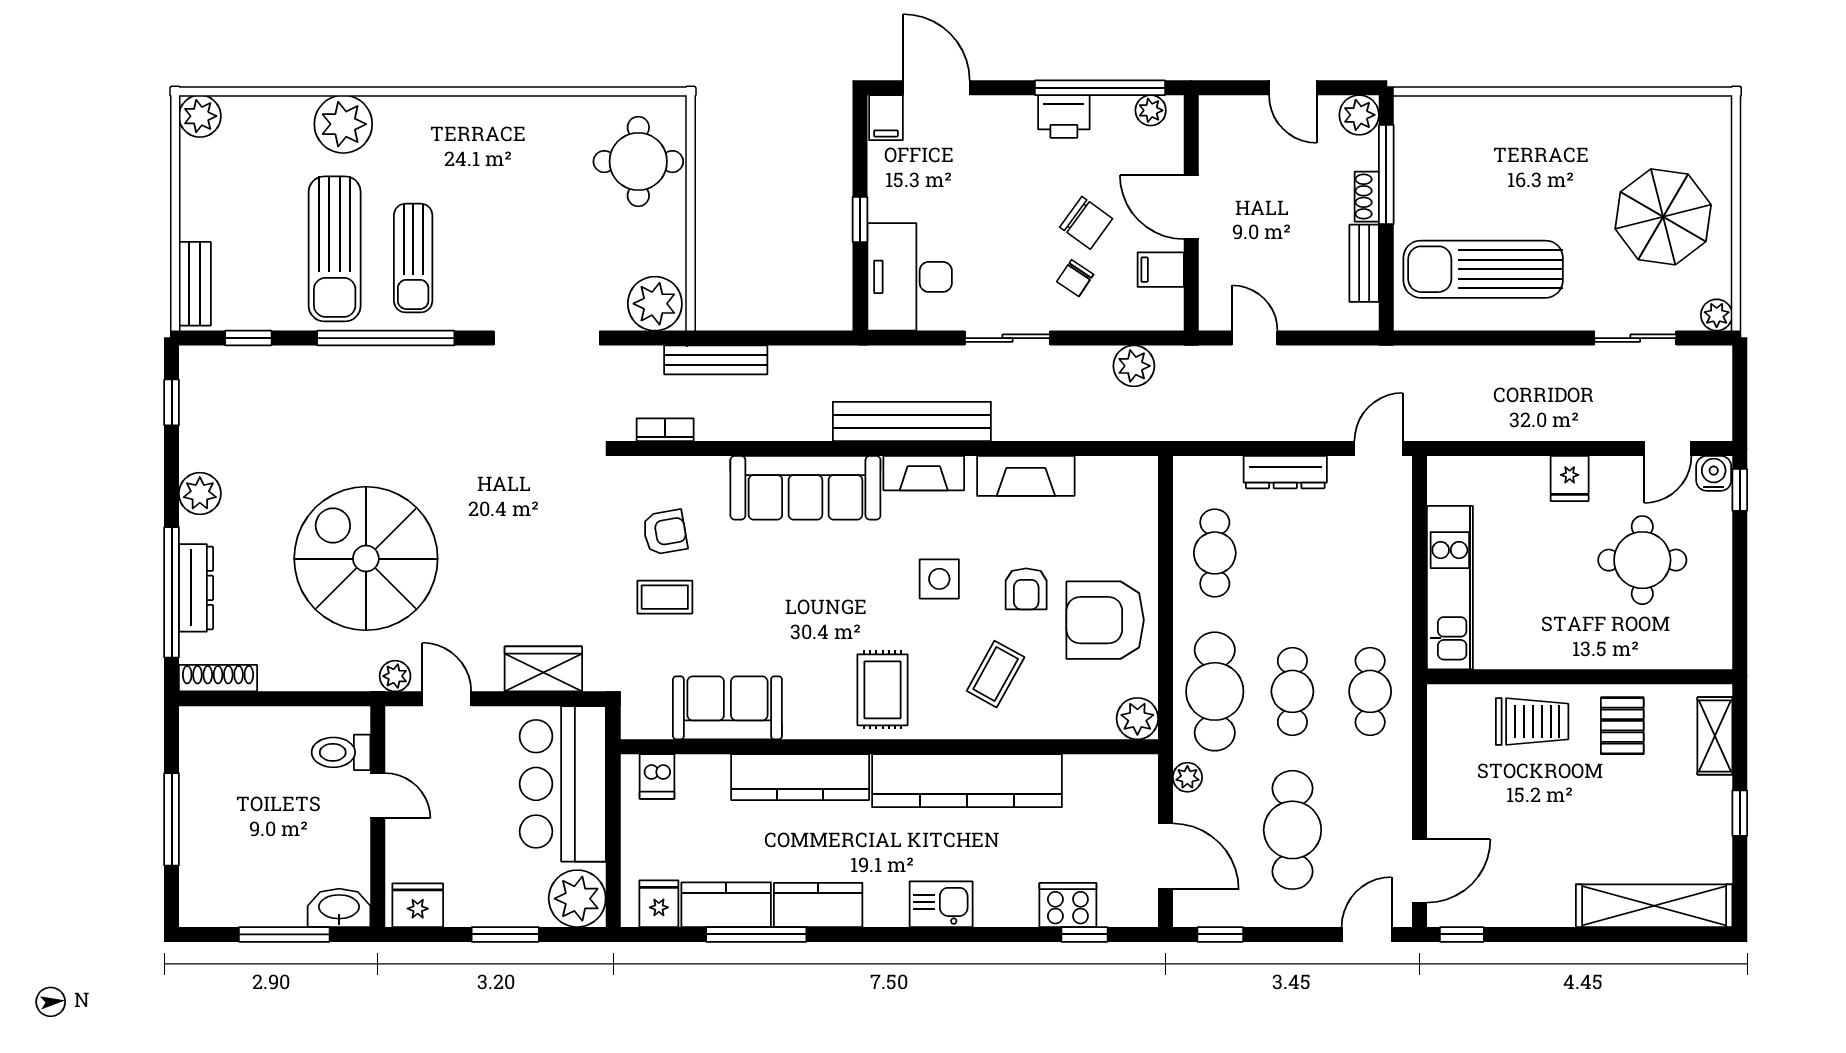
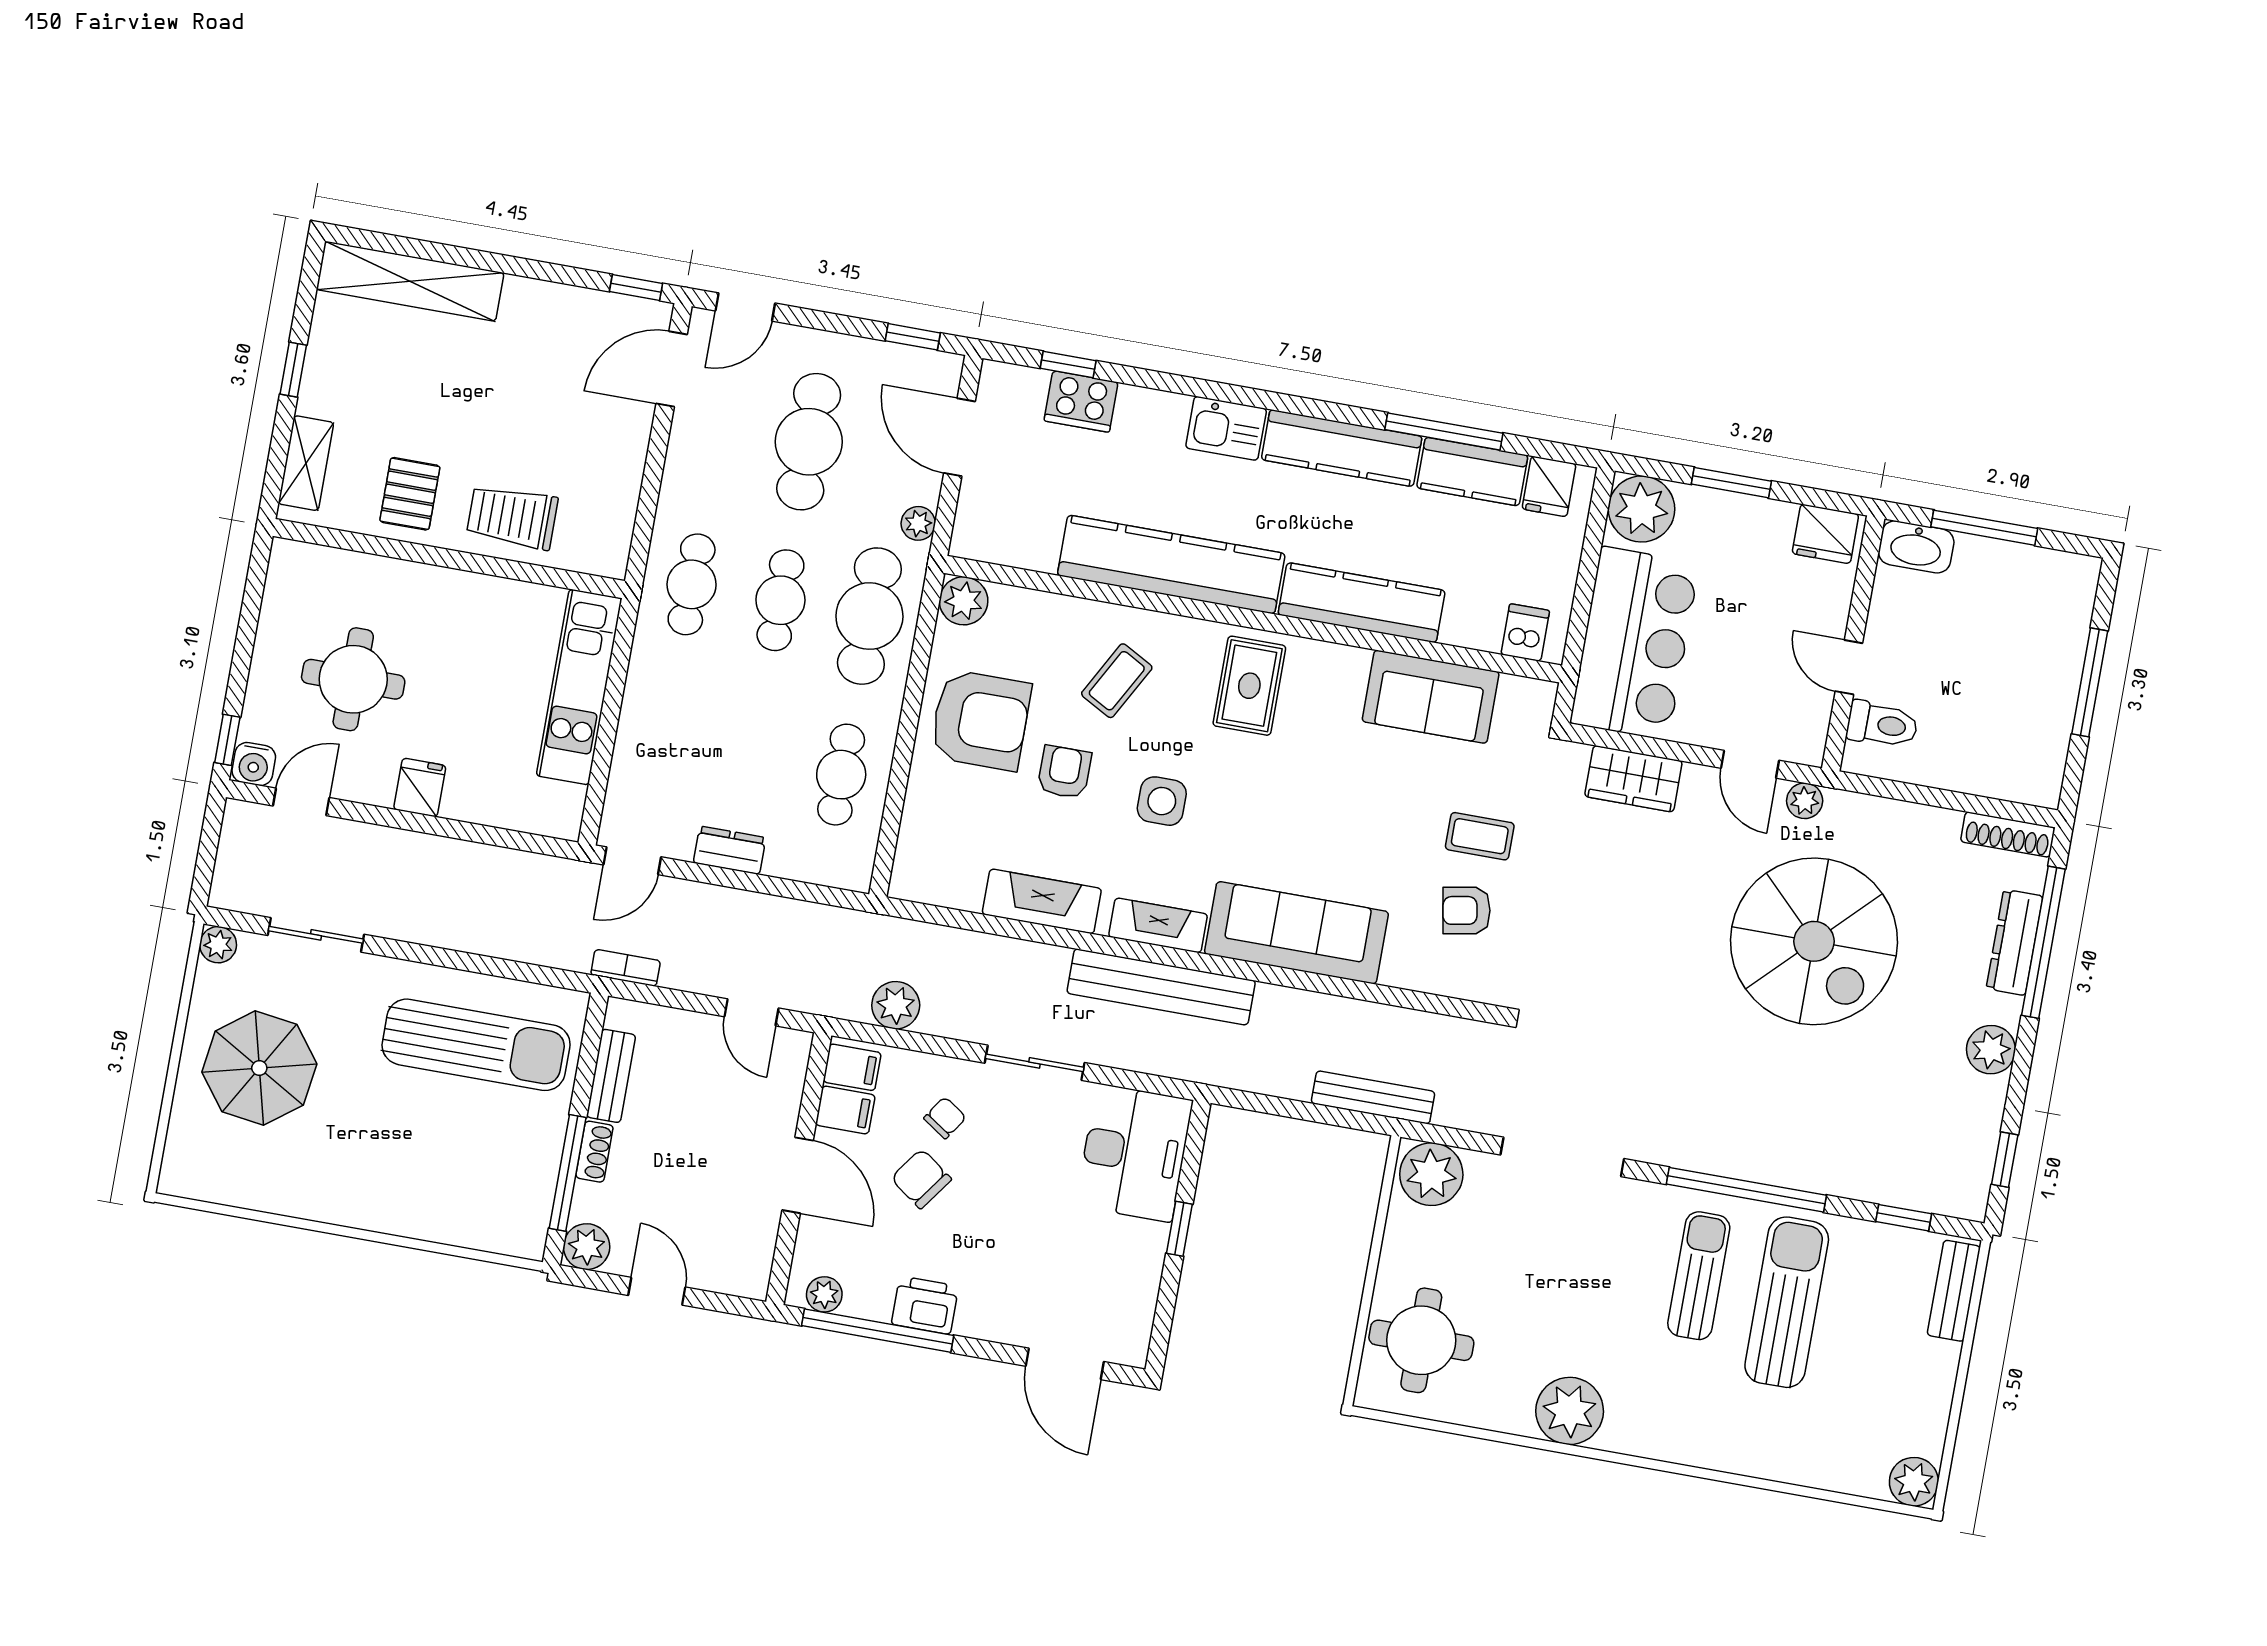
filing cabinet: (886, 118) -> (852, 1067), moved, turned 90
plant: (343, 124) -> (1570, 1411), moved
bookcase: (665, 430) -> (626, 968), moved, turned 180
dresser: (1285, 472) -> (730, 850), width x0.70
kitchen counter: (818, 905) -> (1342, 448), width x1.50

